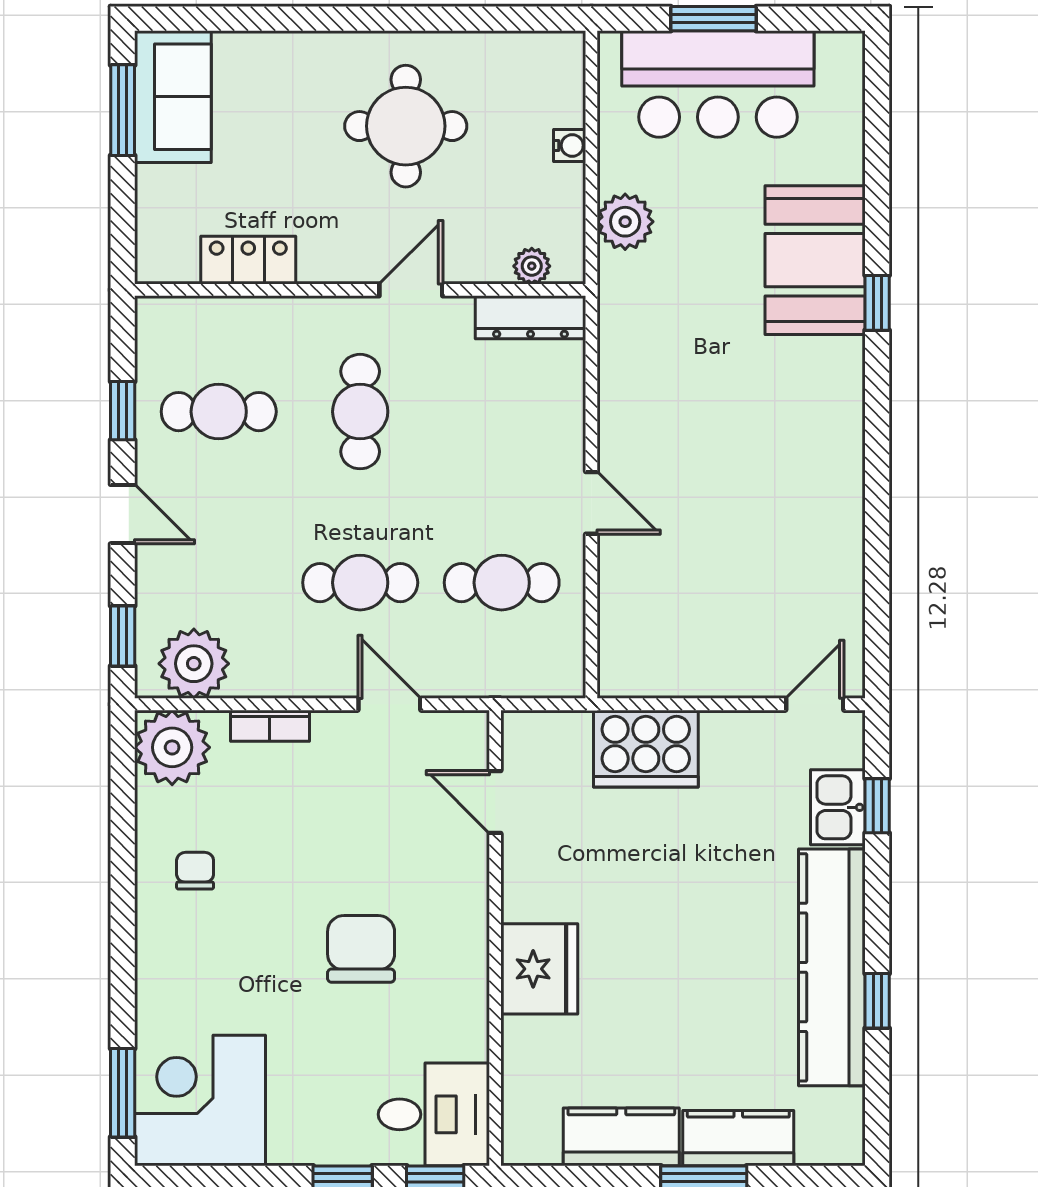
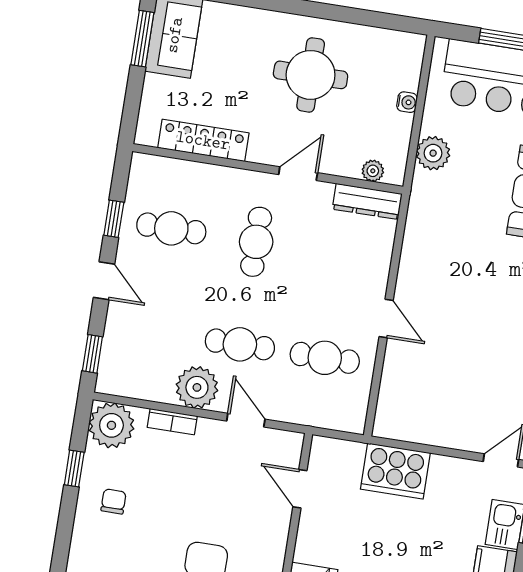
locker: (248, 260) -> (203, 140), width x1.53
plant: (194, 664) -> (197, 387), moved
window: (123, 827) -> (74, 469), added

